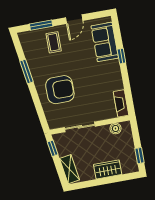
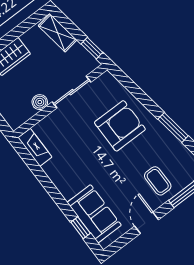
window: (121, 56) -> (81, 228), moved
armchair: (60, 90) -> (120, 126), turned 180
boiler: (116, 128) -> (40, 102), moved

